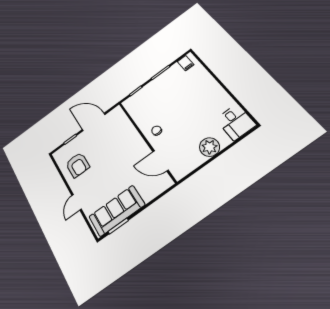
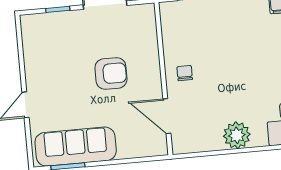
armchair: (78, 165) -> (111, 73), moved, turned -90

